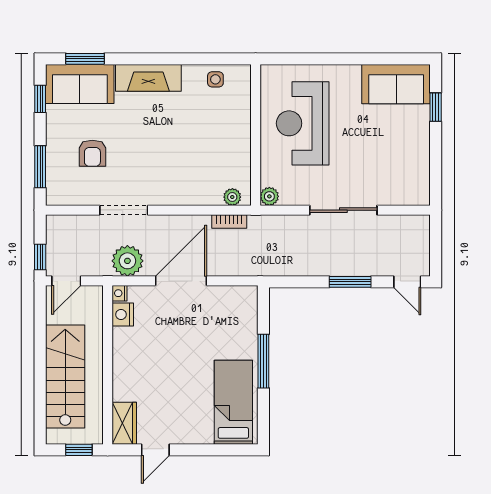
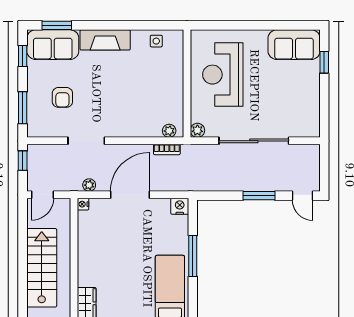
sliding door: (343, 210) -> (254, 141), width x1.36
window: (40, 257) -> (23, 161), moved
plant: (127, 261) -> (89, 185), width x0.53, depth x0.53
nightstand: (123, 314) -> (180, 206), moved, turned 90

